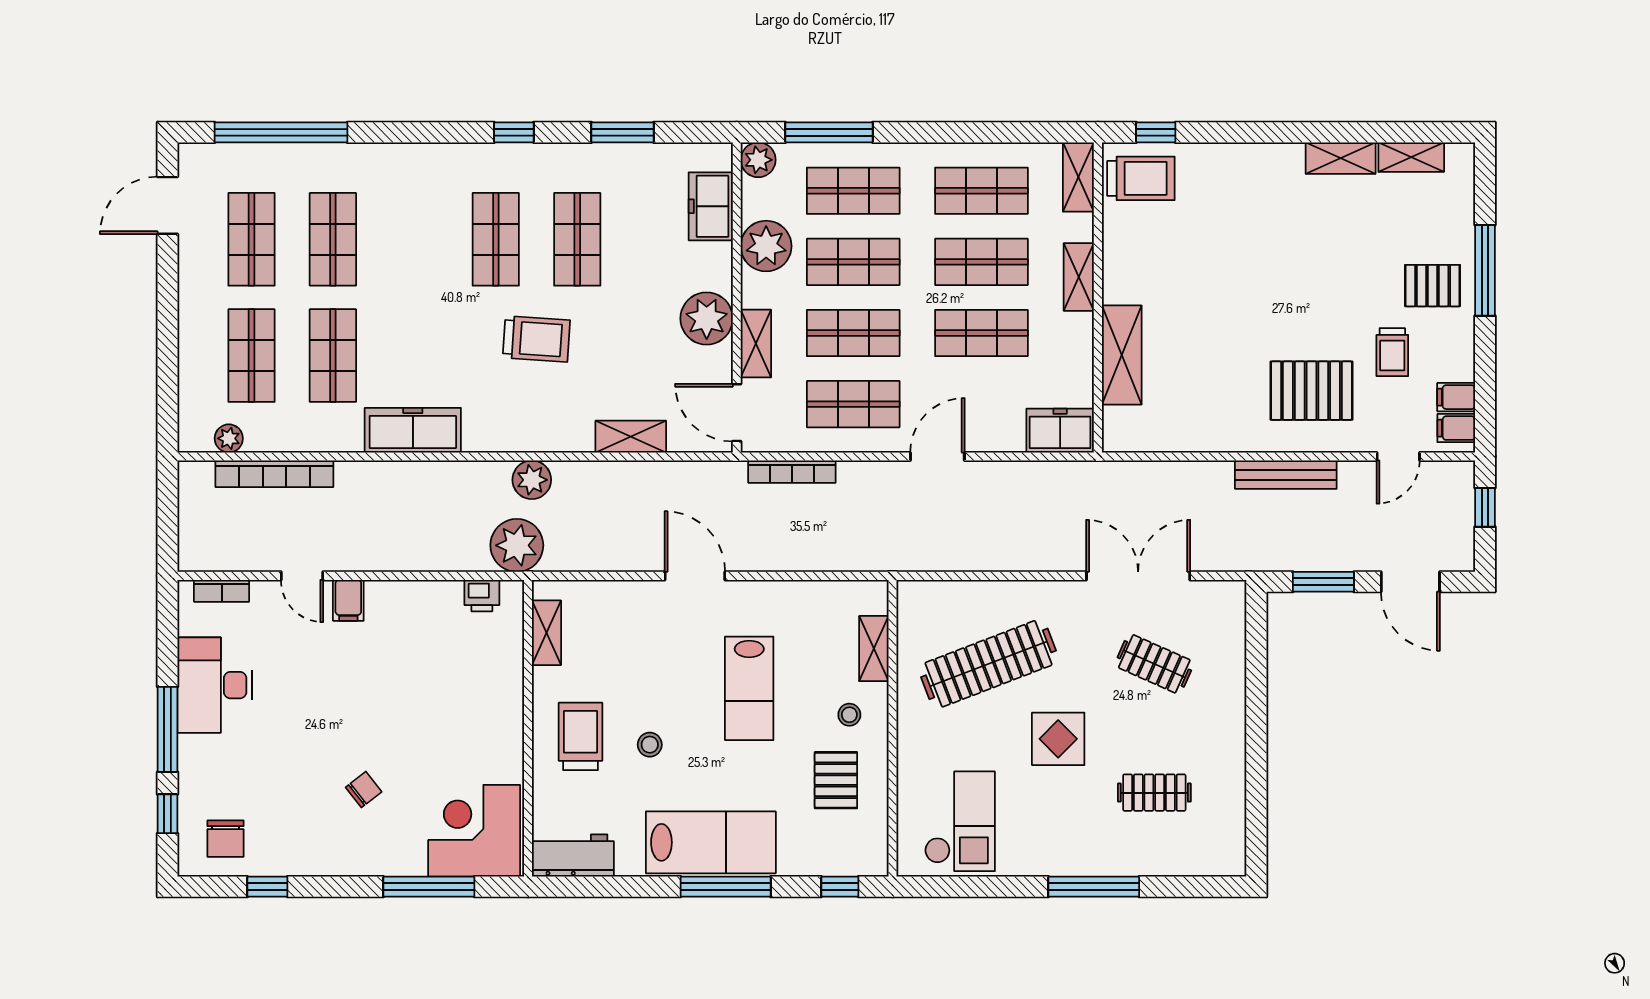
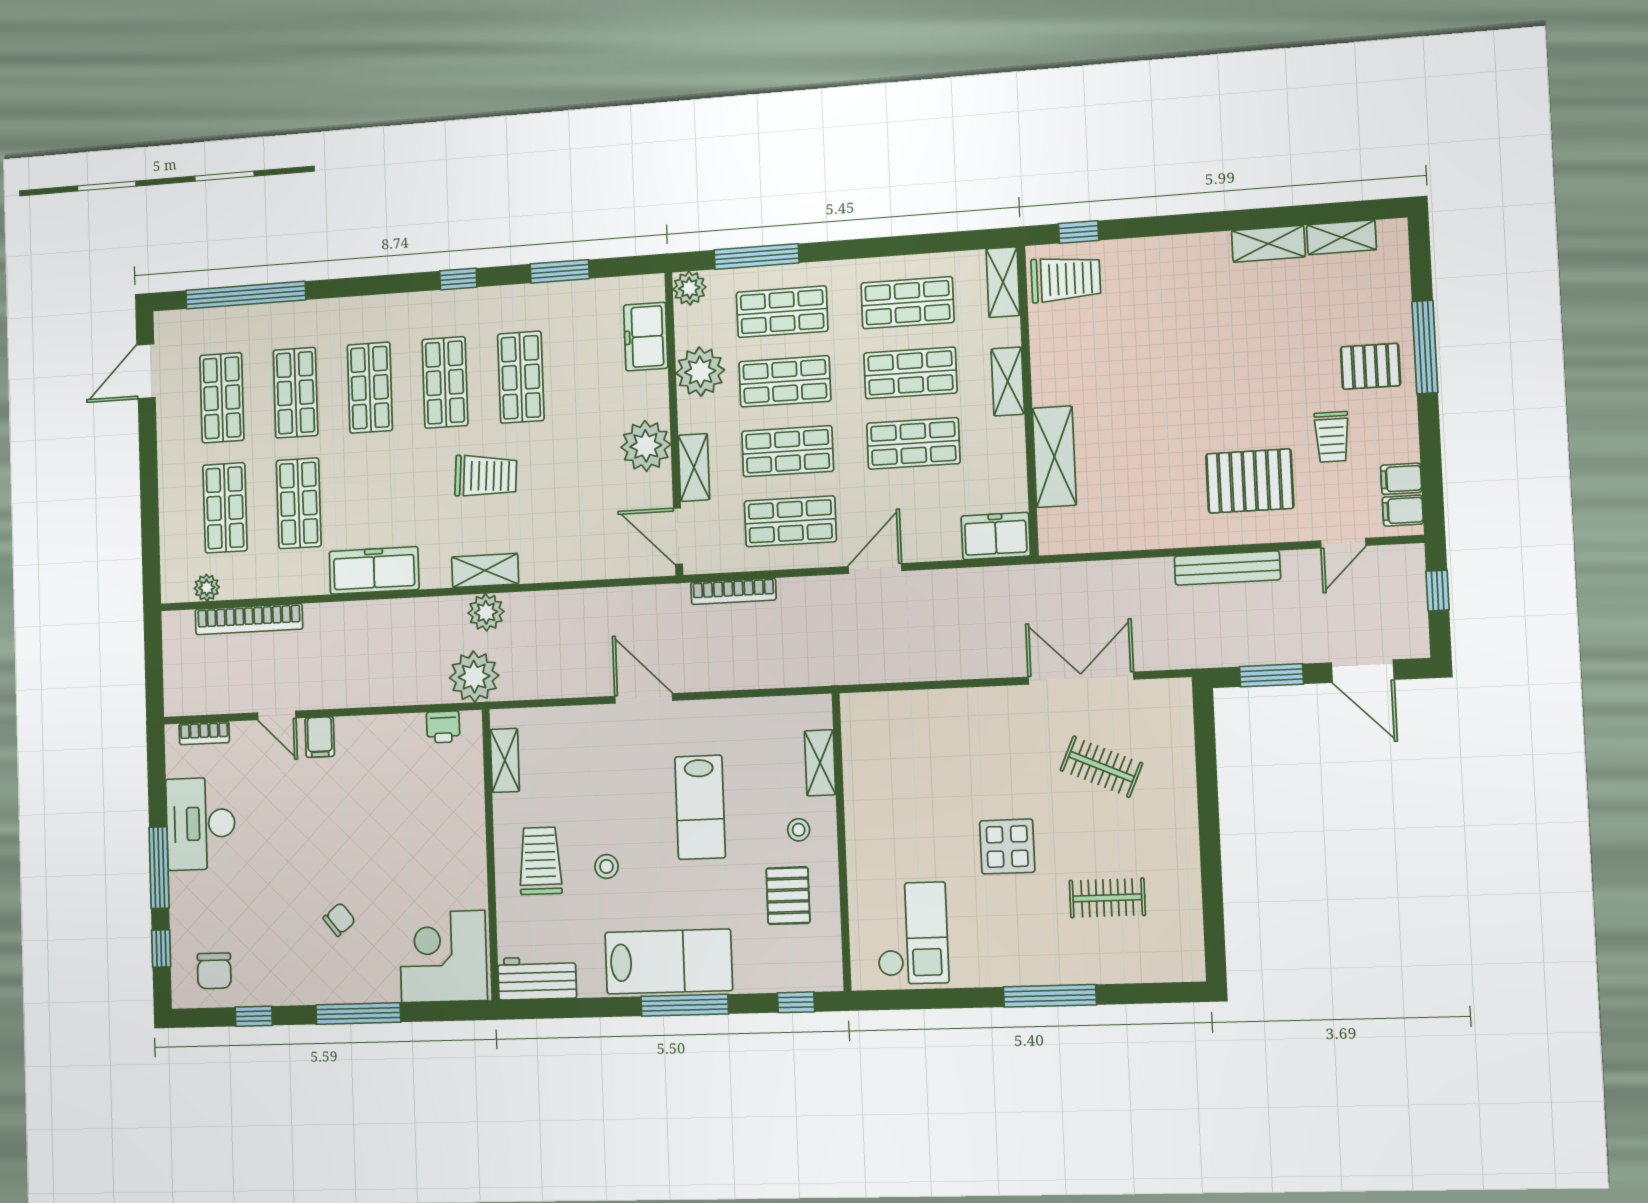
shop shelf: (414, 239) -> (370, 388), added
shelving: (631, 437) -> (485, 570), moved
clothes rail: (989, 664) -> (934, 773), removed
window: (429, 887) -> (358, 1014), moved

